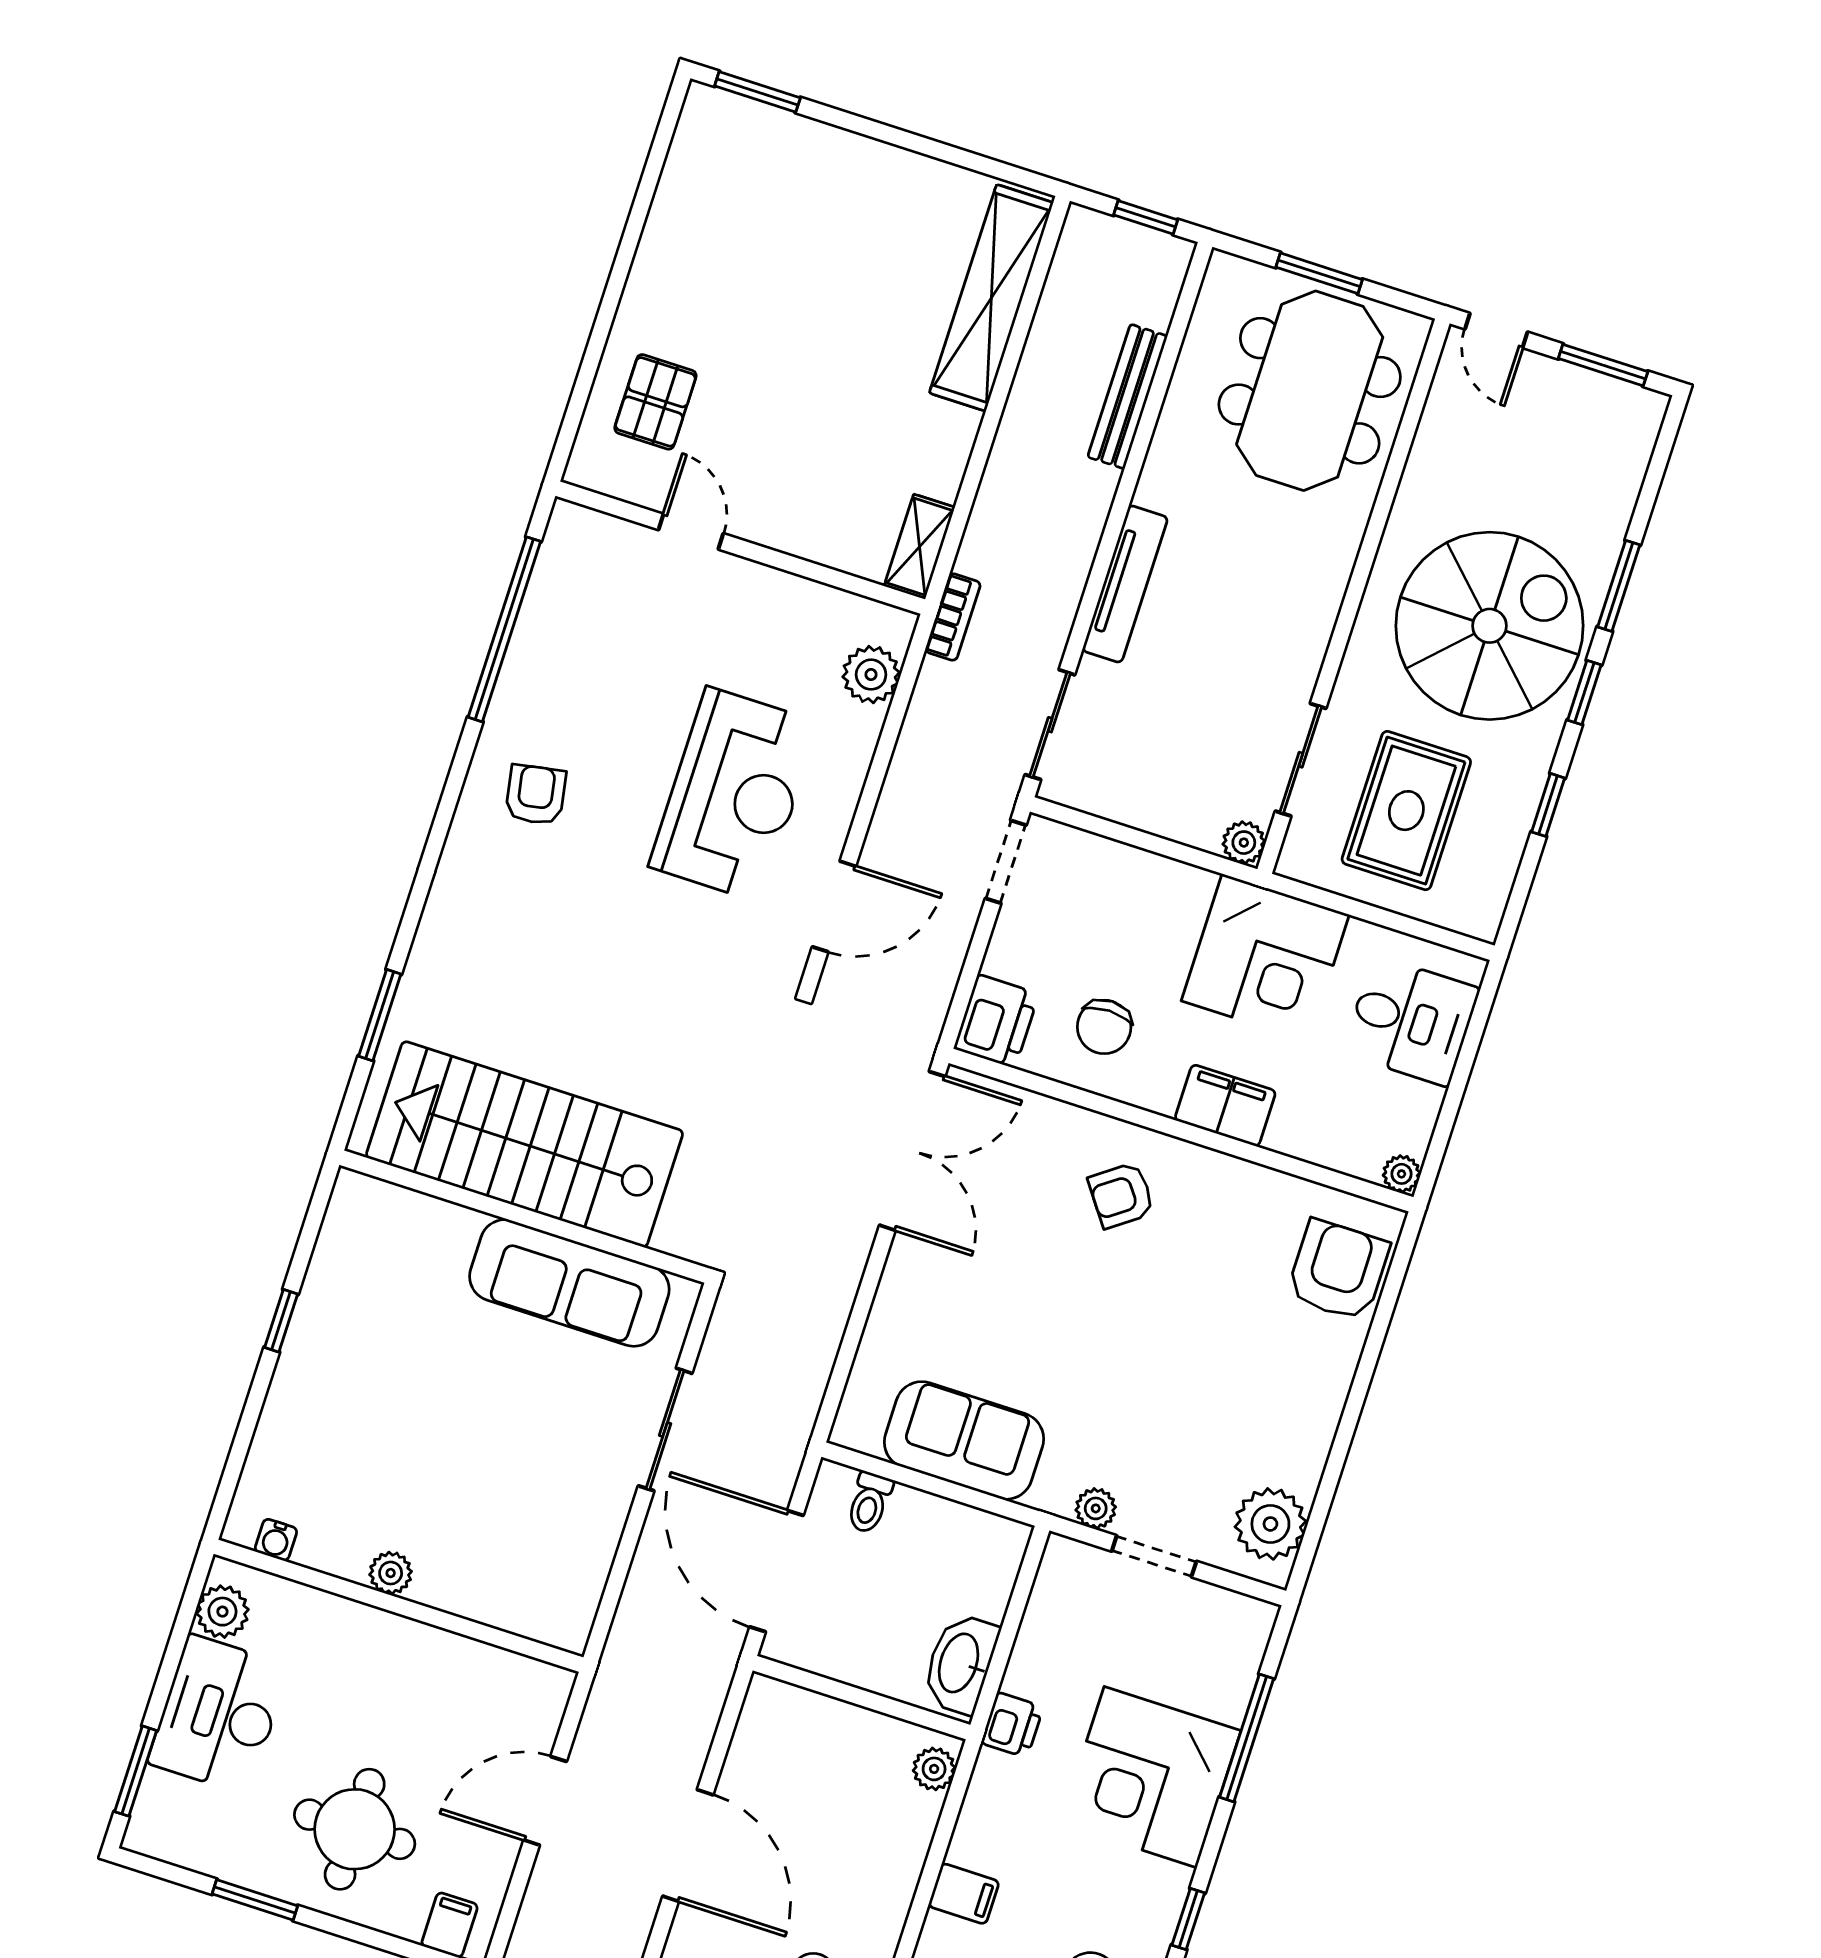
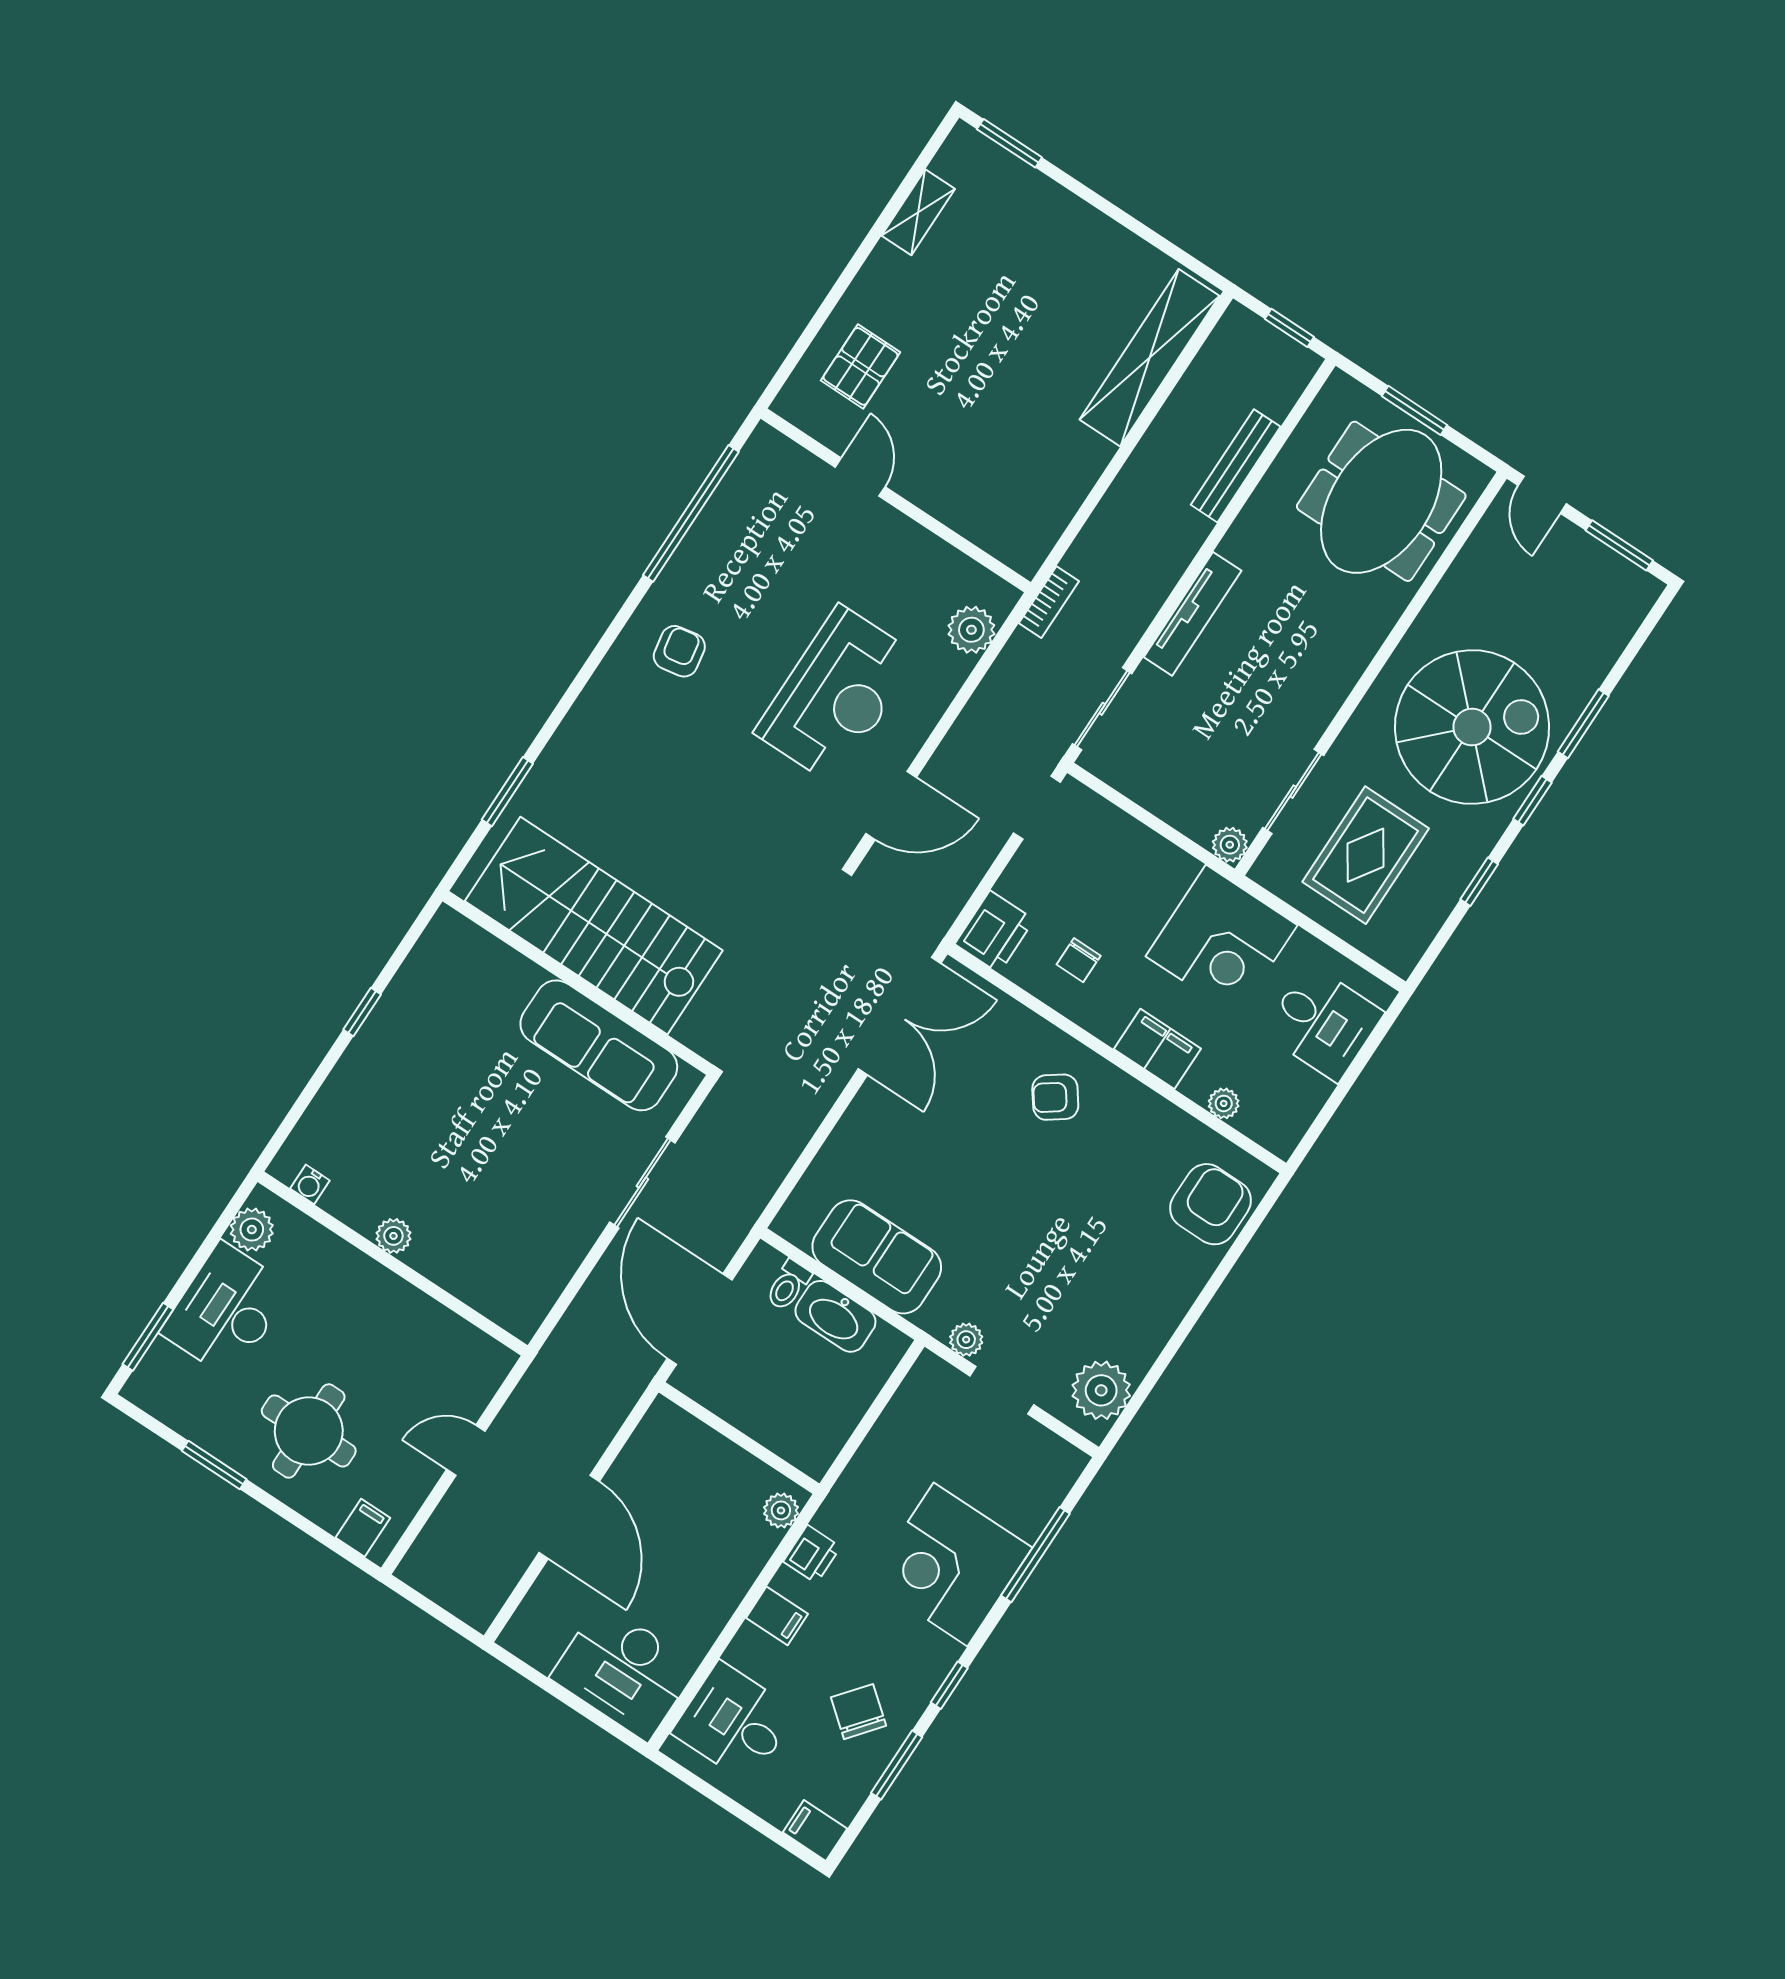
shelving: (919, 547) -> (918, 212), moved
chair: (1104, 1027) -> (1079, 960), width x0.73, depth x0.73
plant: (1402, 1174) -> (1224, 1103), moved
washbasin: (960, 1663) -> (835, 1316), moved, turned -90
printer: (1012, 1725) -> (812, 1554), moved
door: (545, 1801) -> (466, 1450), width x0.73

